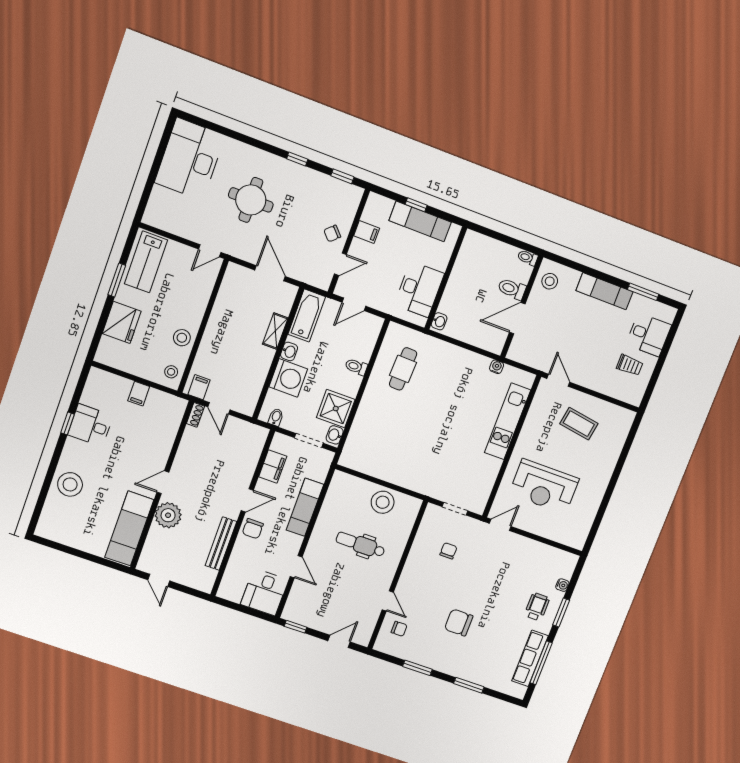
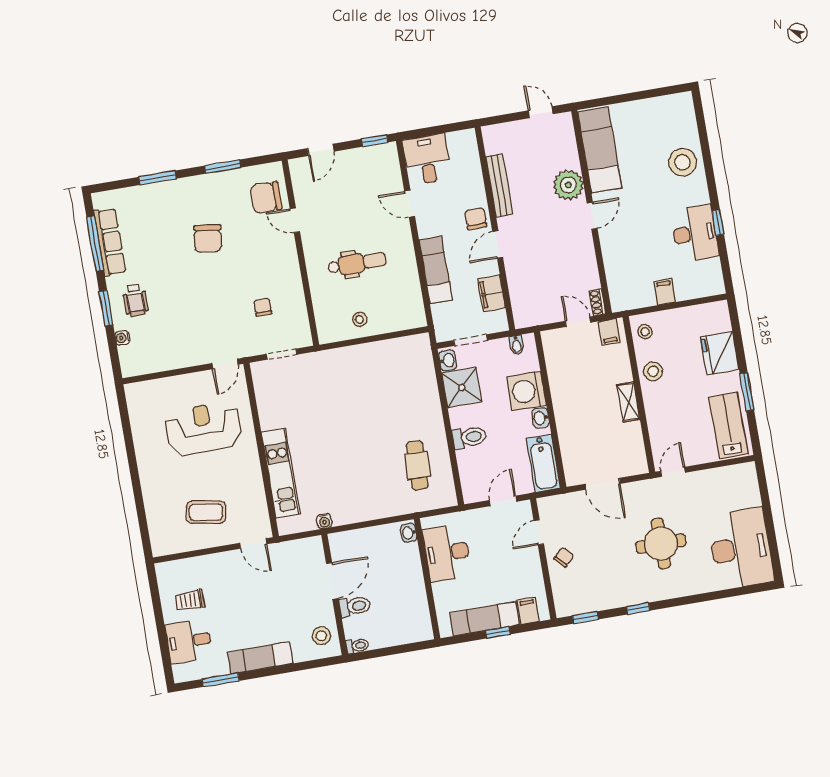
filing cabinet: (367, 232) -> (528, 611), moved, turned 90
shelving: (275, 331) -> (628, 402), moved
toilet: (356, 367) -> (469, 437), width x1.37, depth x1.39
desk: (90, 425) -> (695, 233), width x1.37
stool: (383, 502) -> (360, 319), width x0.53, depth x0.53
chair: (448, 551) -> (263, 307), turned 180
chair: (459, 623) -> (208, 238), turned 98
chair: (399, 629) -> (266, 197), width x1.87, depth x1.87

